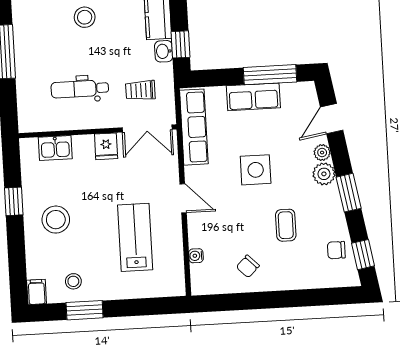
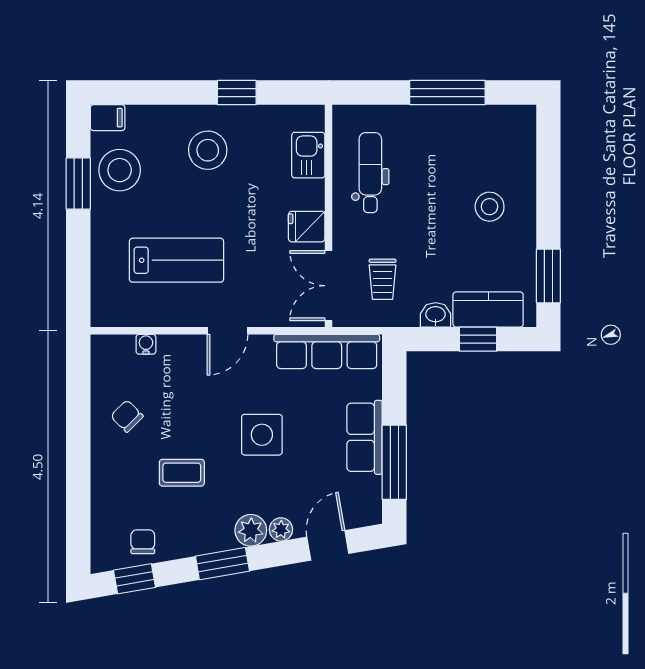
window: (181, 44) -> (478, 339), moved
dental chair: (80, 89) -> (370, 173), moved
trolley: (140, 90) -> (383, 279), turned 180
door: (332, 119) -> (328, 545), hinge flipped
stool: (73, 281) -> (120, 170), width x1.89, depth x1.89

